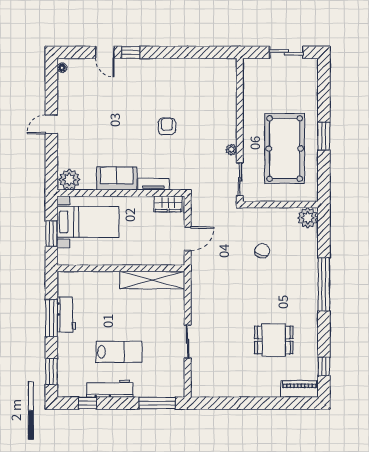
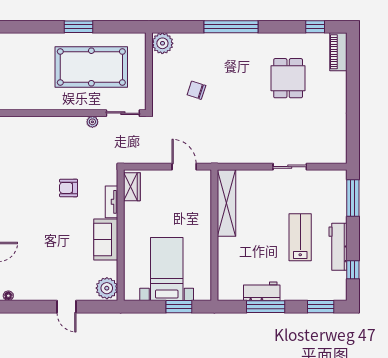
sofa: (117, 178) -> (106, 240), moved
plant: (69, 179) -> (107, 288), moved
tv unit: (153, 184) -> (112, 202), moved
wall: (121, 193) -> (121, 235), moved
wardrobe: (168, 204) -> (132, 187), moved

